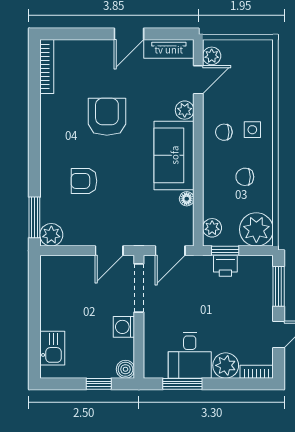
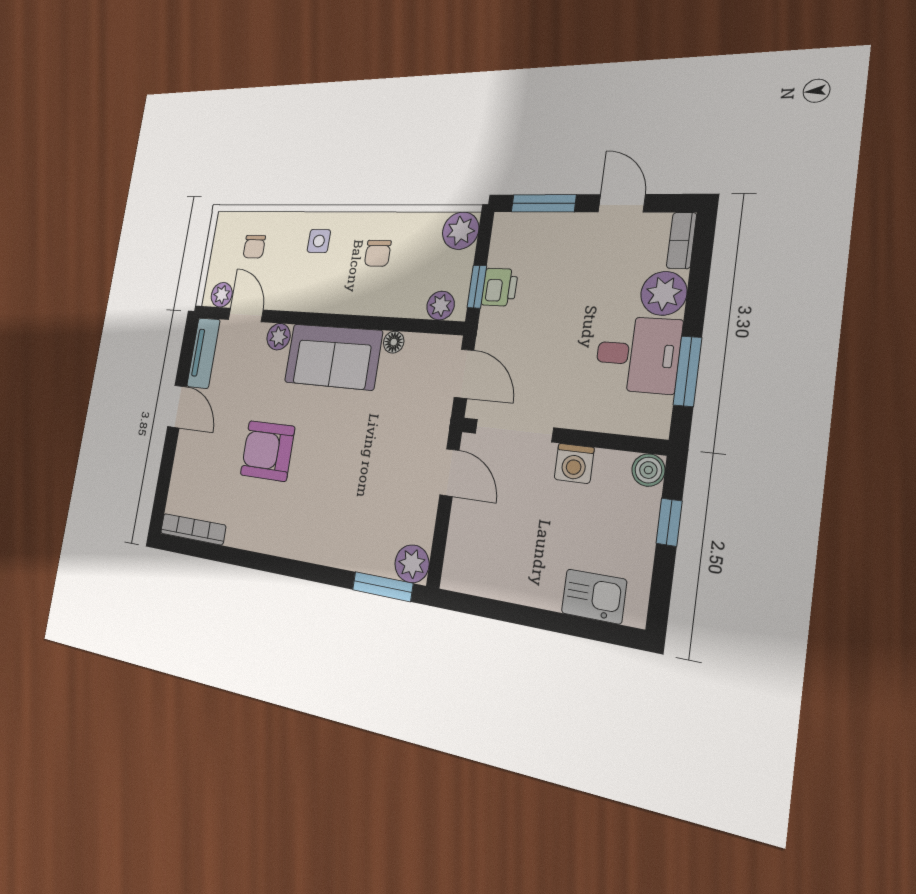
chair: (224, 132) -> (254, 247), moved
armchair: (84, 181) -> (344, 498), removed
plant: (256, 229) -> (461, 231), width x0.73, depth x0.73

